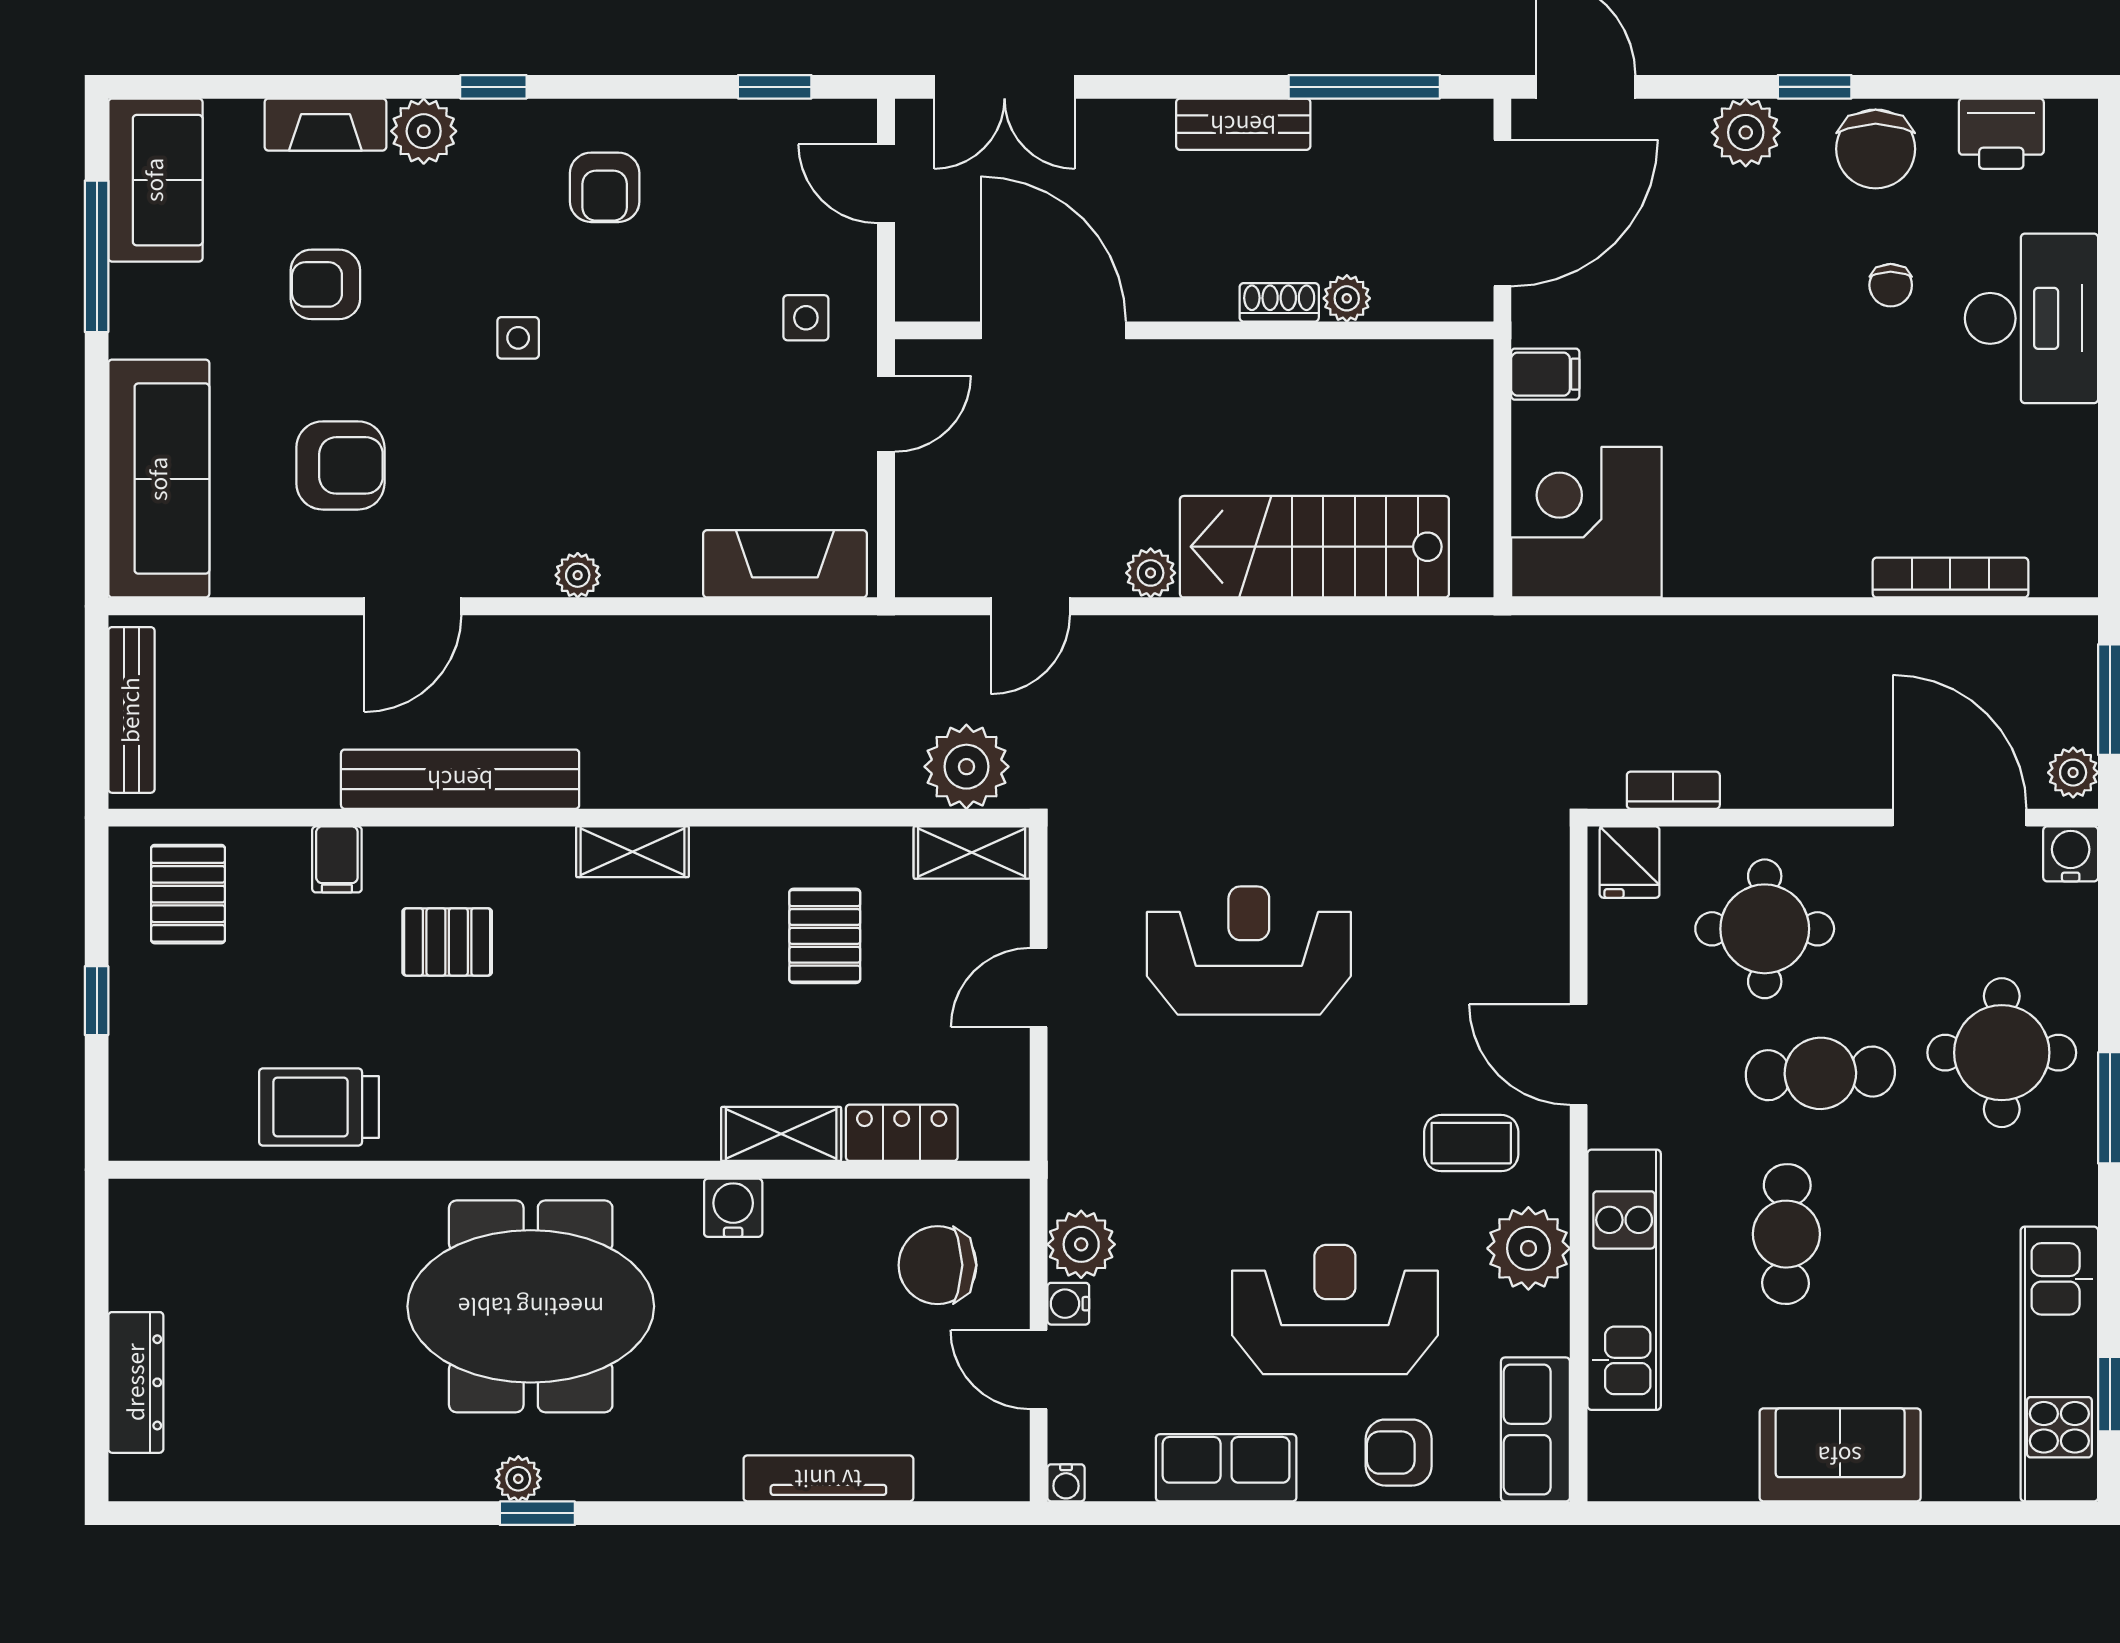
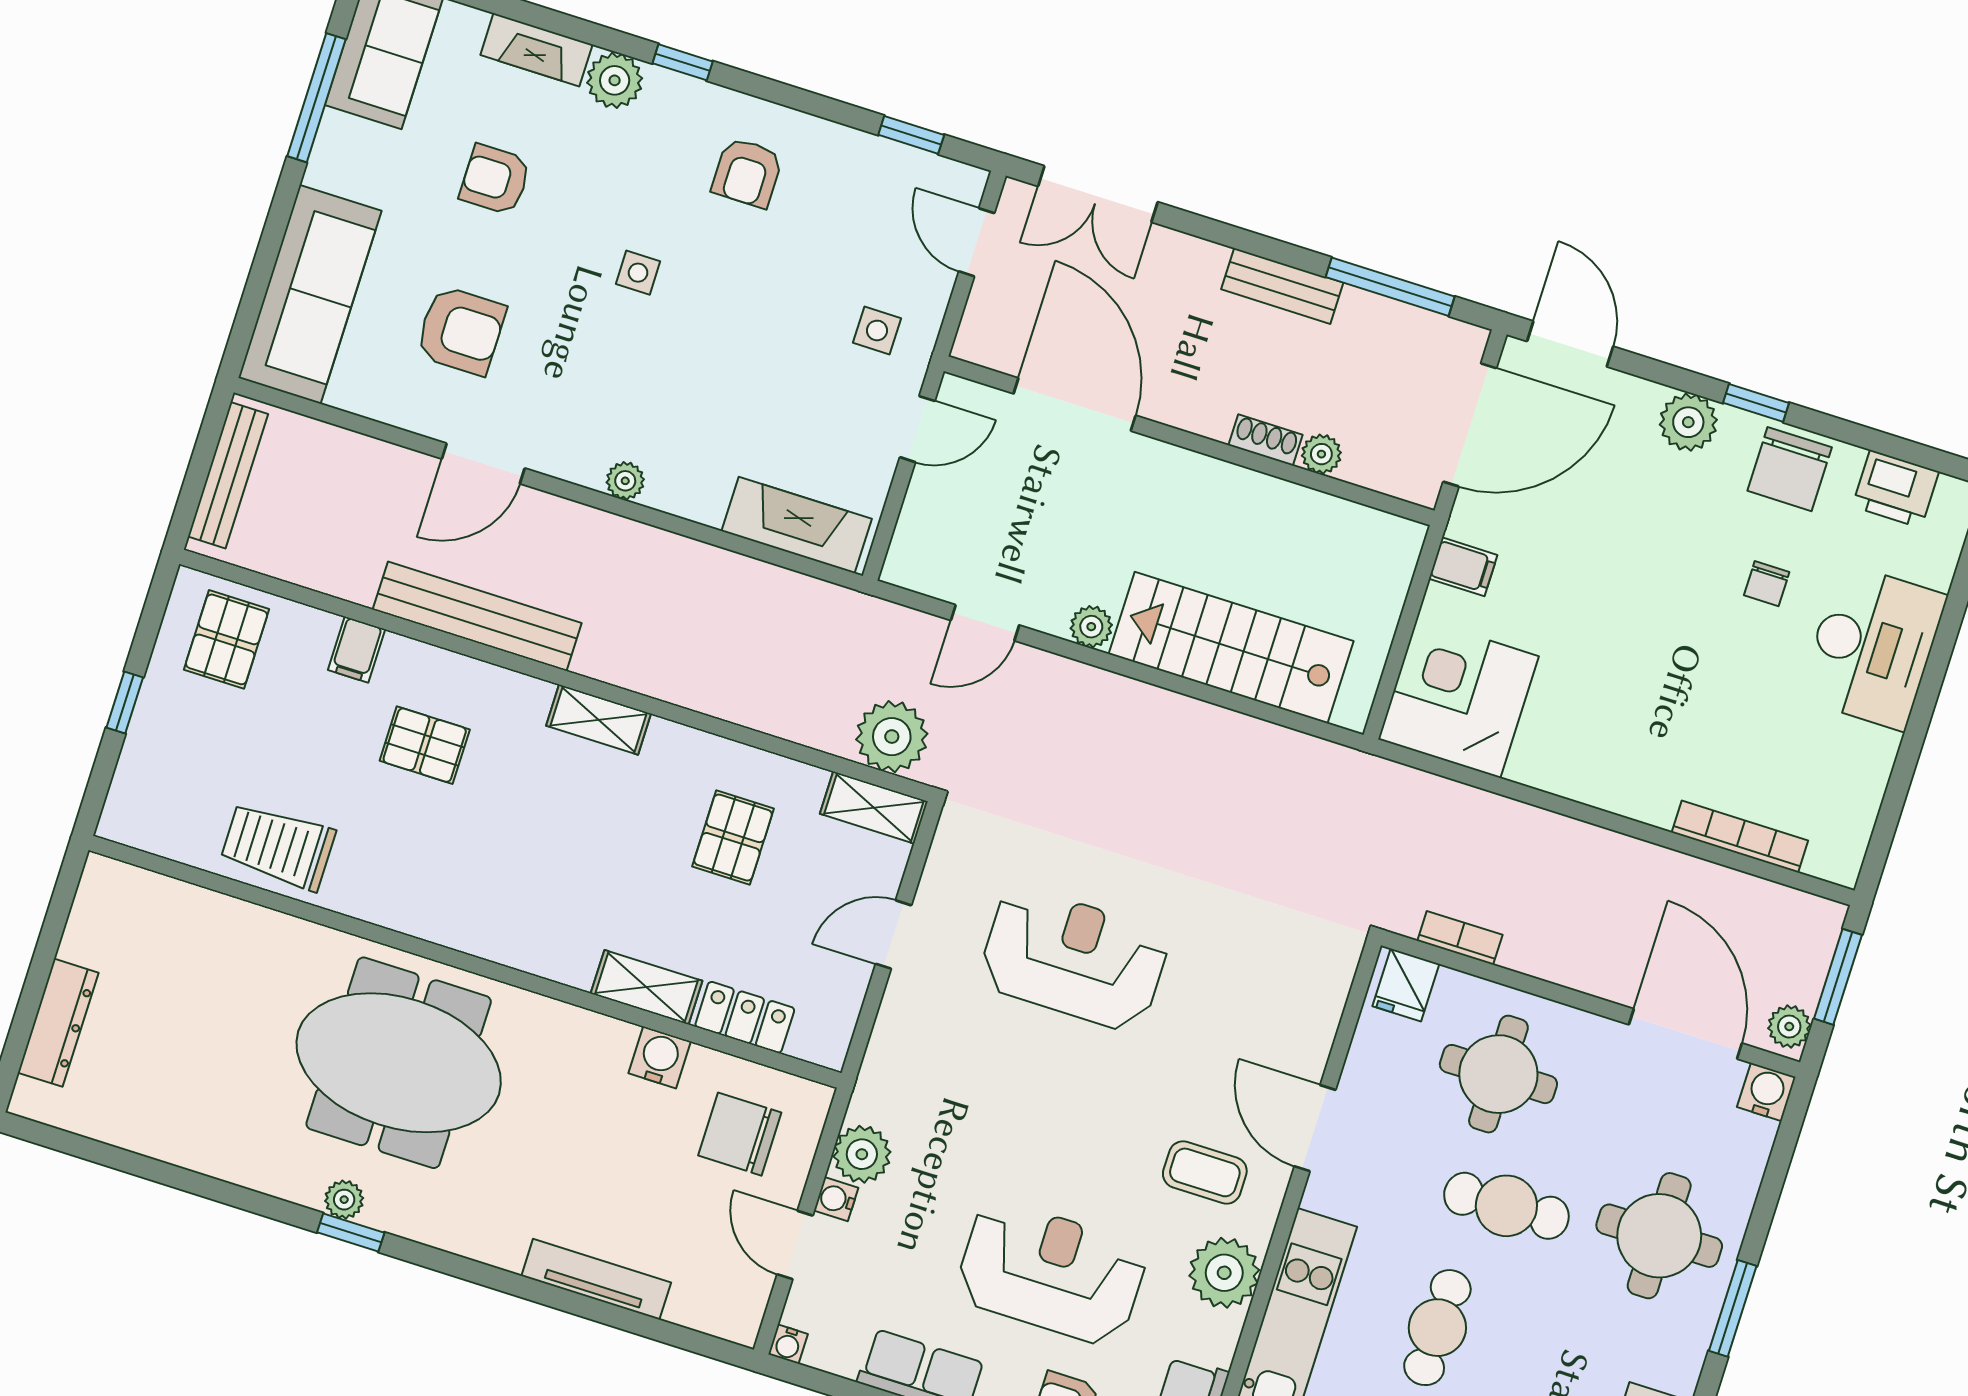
water cooler: (733, 1208) -> (660, 1057), moved

